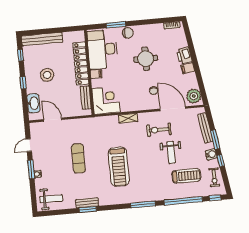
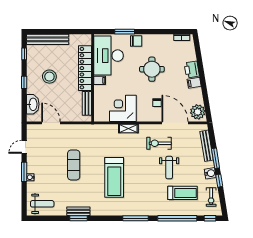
corner desk: (106, 101) -> (123, 108), moved, turned -90

